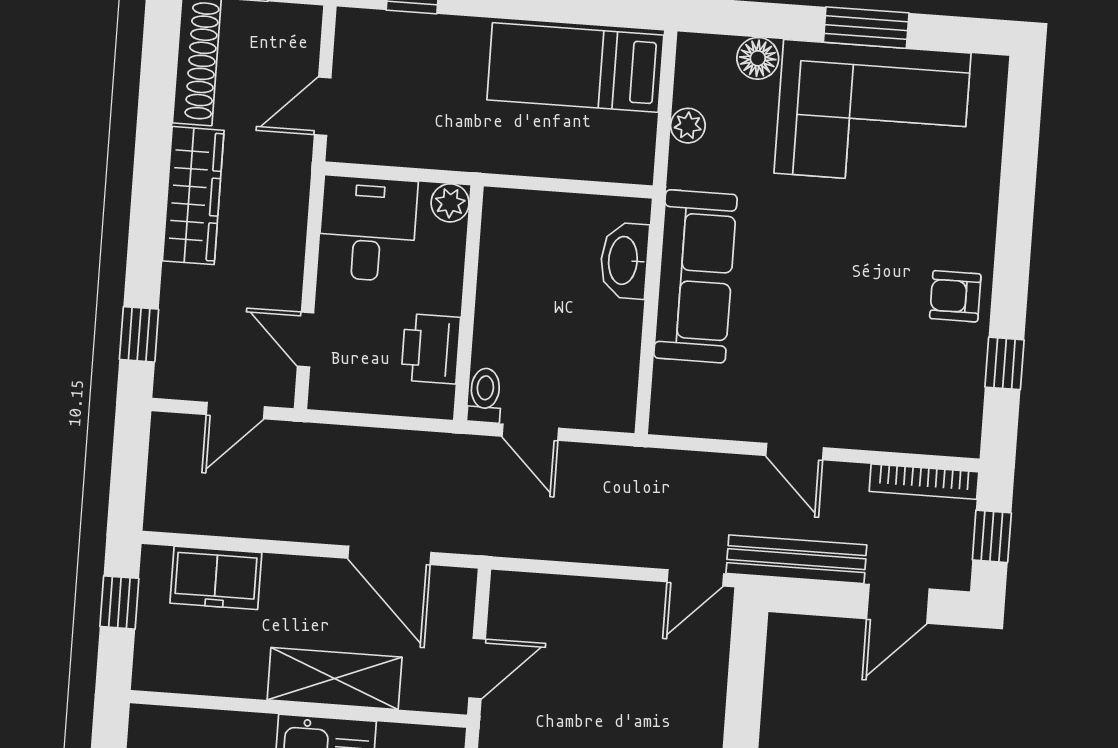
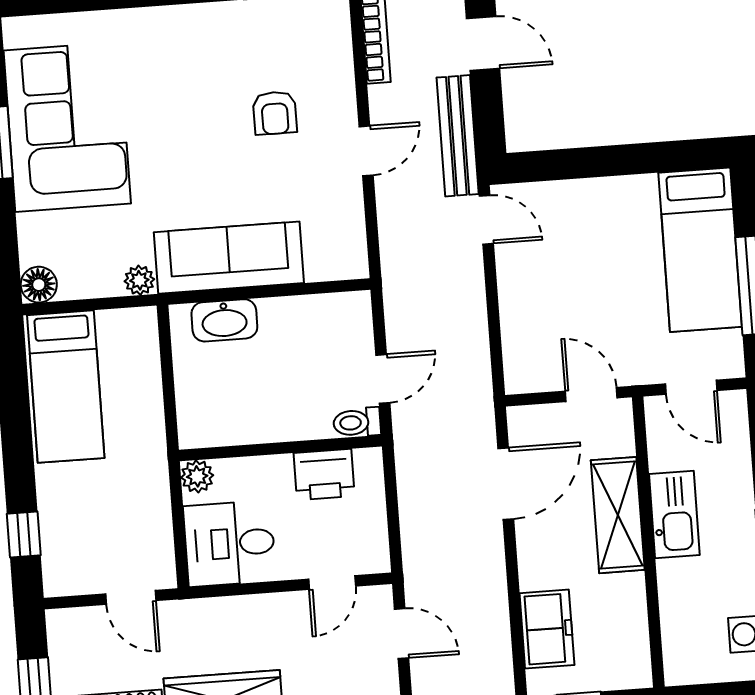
floor lamp: (758, 58) -> (39, 285), moved
plant: (688, 126) -> (139, 280), moved
armchair: (955, 296) -> (275, 113), moved

